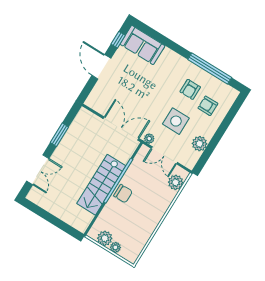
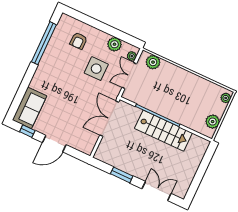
armchair: (190, 89) -> (65, 59), removed
plant: (149, 139) -> (132, 56), moved
double door: (164, 155) -> (129, 76), swing flipped
chair: (123, 194) -> (169, 110), removed
plant: (115, 247) -> (226, 98), moved

